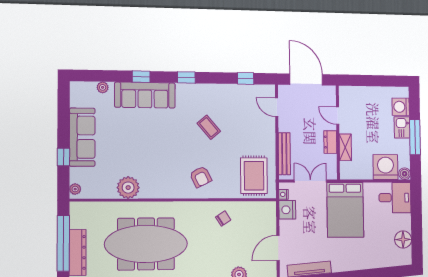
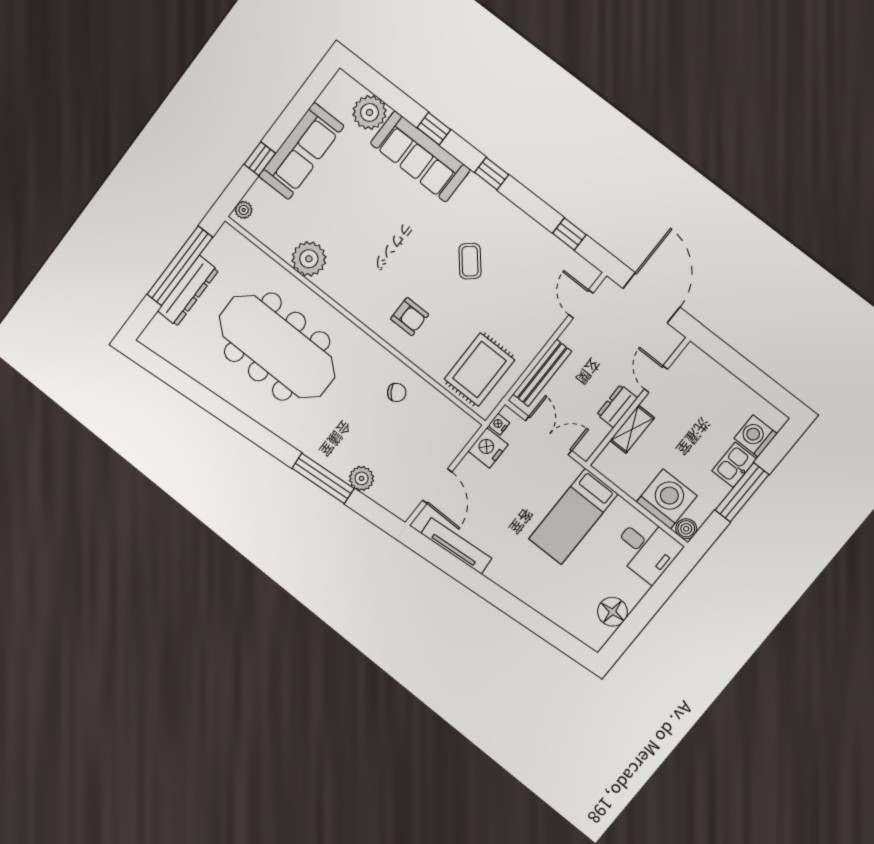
plant: (103, 87) -> (370, 112), width x1.87, depth x1.87
armchair: (201, 177) -> (410, 317), turned -64
bed: (345, 210) -> (573, 516), width x0.67
door: (278, 248) -> (437, 486), swing flipped

